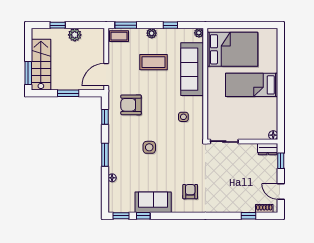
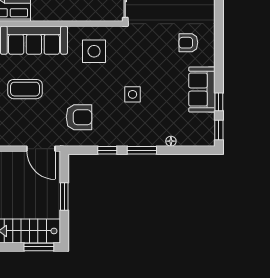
coffee table: (153, 62) -> (25, 89), turned 90
armchair: (131, 105) -> (79, 117), turned -90
window: (105, 117) -> (107, 150), moved
side table: (183, 117) -> (94, 51), width x1.87, depth x1.87

